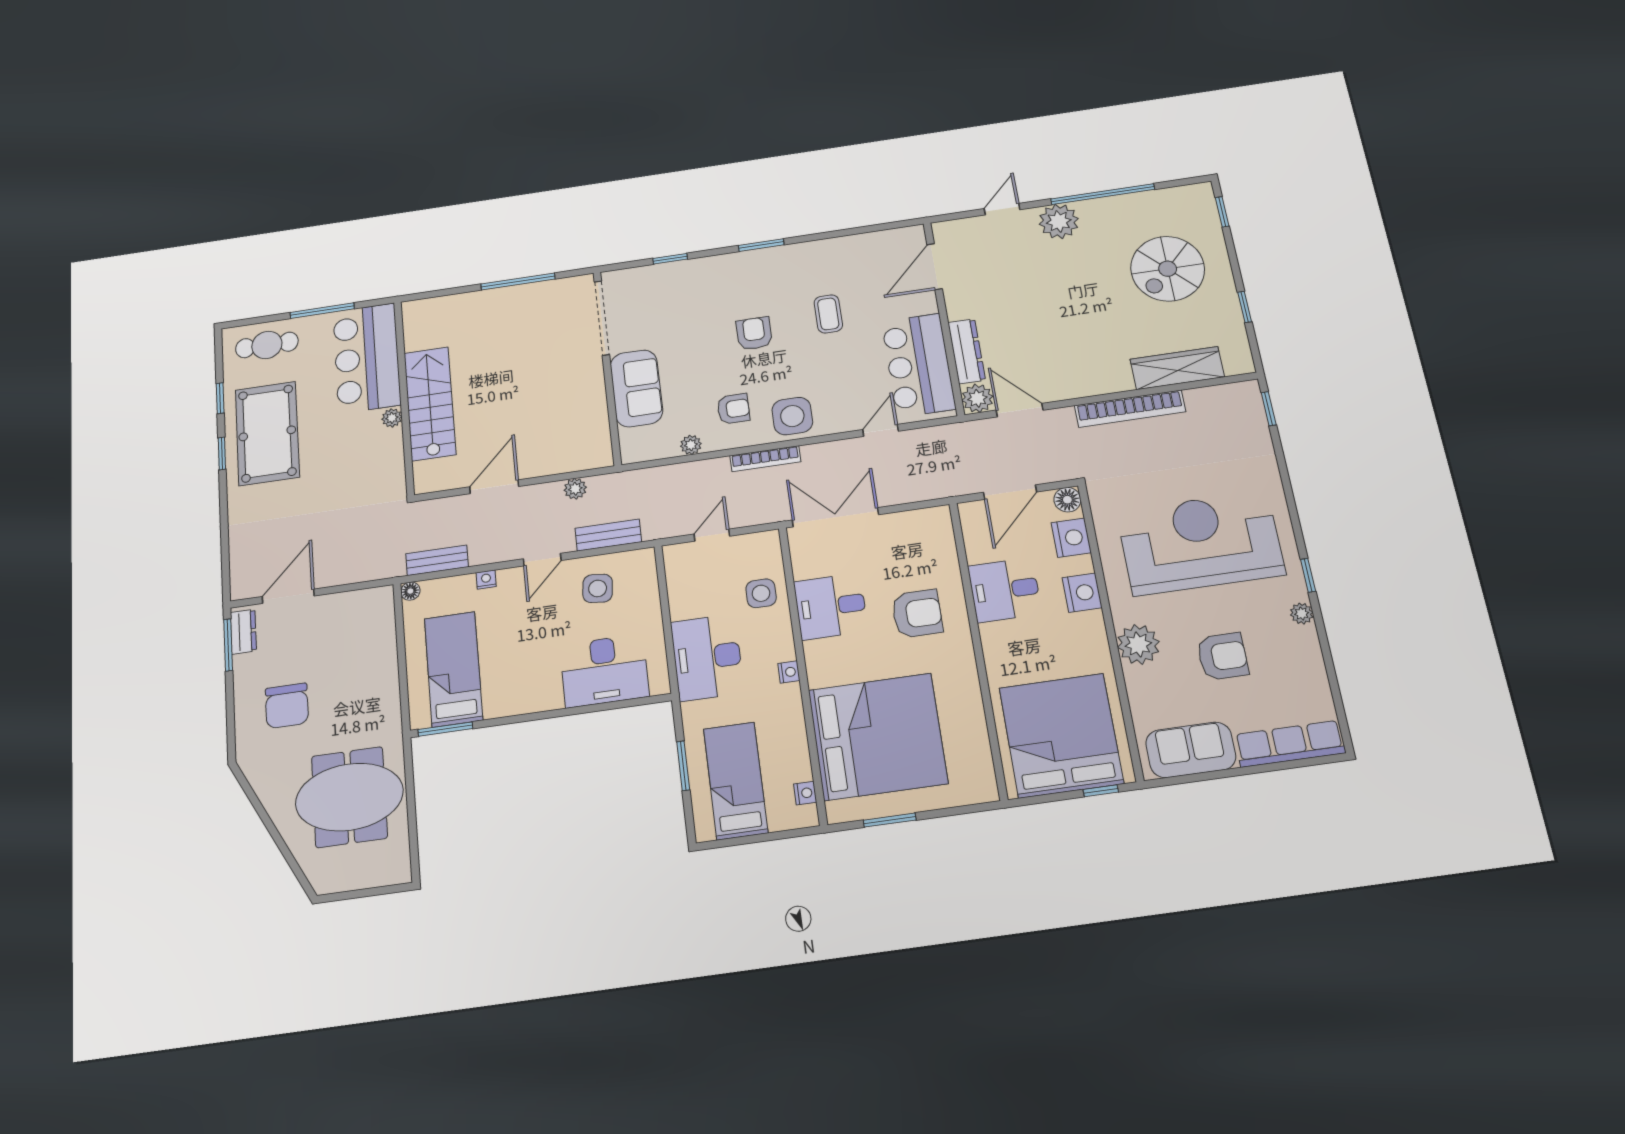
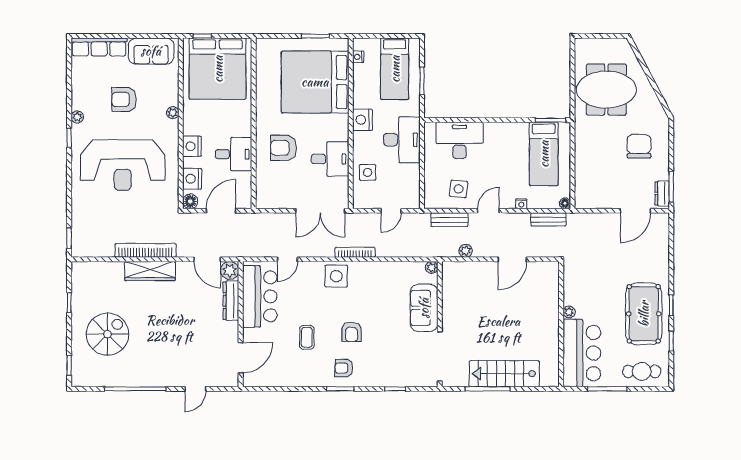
plant: (1059, 221) -> (164, 375), removed
wardrobe: (1177, 368) -> (150, 271), moved
stairs: (430, 404) -> (504, 374), moved, turned 90
armchair: (733, 409) -> (344, 368), moved
plant: (691, 445) -> (432, 267), moved
plant: (1138, 644) -> (173, 113), width x0.53, depth x0.53
nightstand: (789, 672) -> (362, 120), width x1.89, depth x1.79

